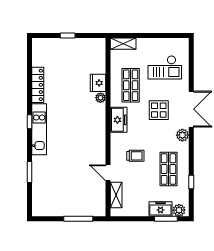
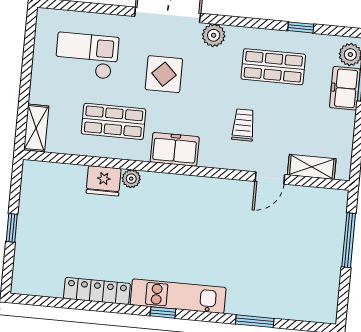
checkout: (165, 67) -> (87, 56), turned -90

